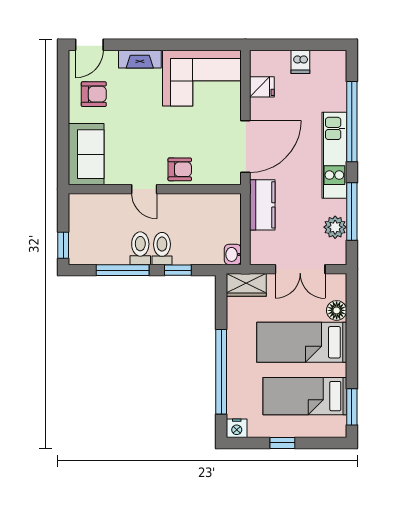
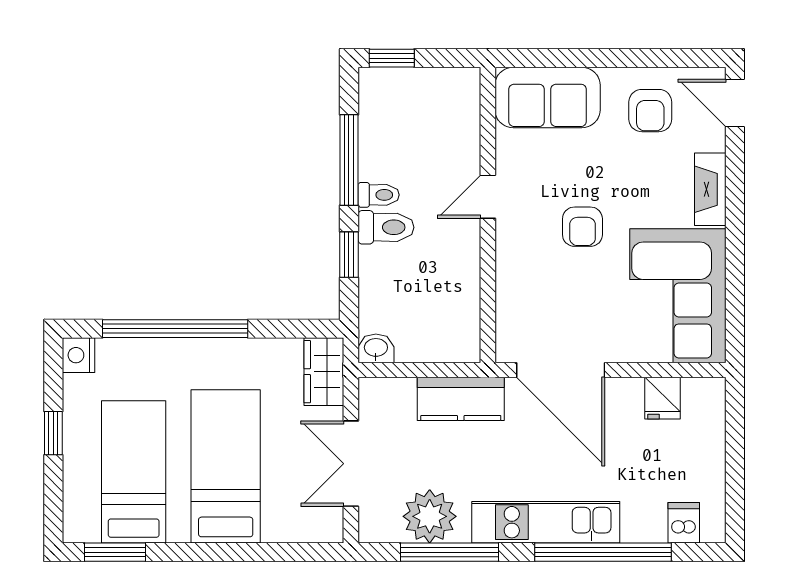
dishwasher: (300, 62) -> (684, 523), moved, turned 90
armchair: (180, 169) -> (582, 227), moved
plant: (335, 227) -> (430, 516), width x1.36, depth x1.36
toilet: (140, 248) -> (379, 195), width x0.73, depth x0.72
floor lamp: (337, 310) -> (280, 526), removed

